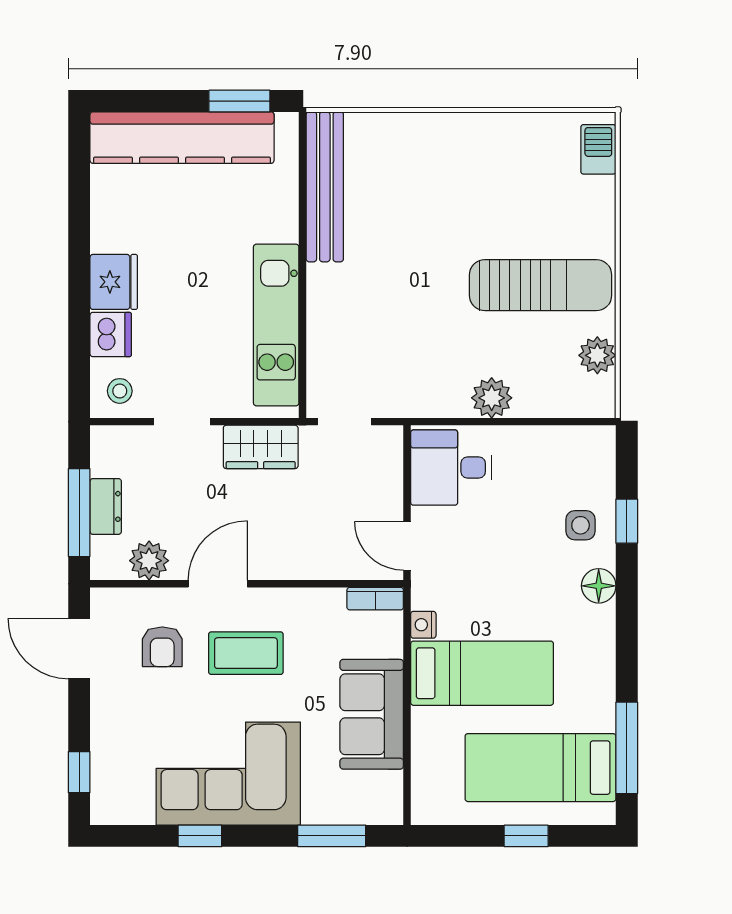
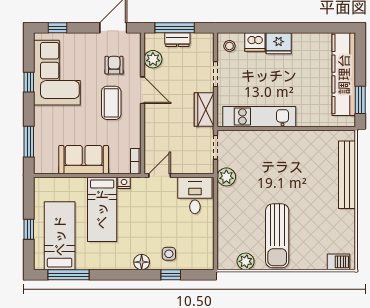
bench: (325, 187) -> (347, 175), moved, turned 90
plant: (492, 398) -> (226, 177), moved
armchair: (162, 647) -> (114, 65), turned 90
corner sofa: (228, 774) -> (57, 73), moved

